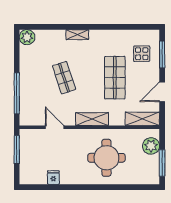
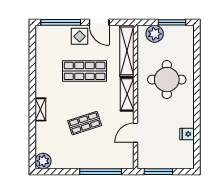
display table: (142, 54) -> (80, 36), moved
window: (162, 54) -> (61, 22), width x1.46
shelving: (142, 119) -> (127, 51), width x1.47

